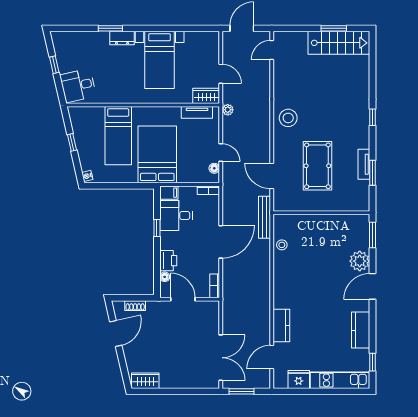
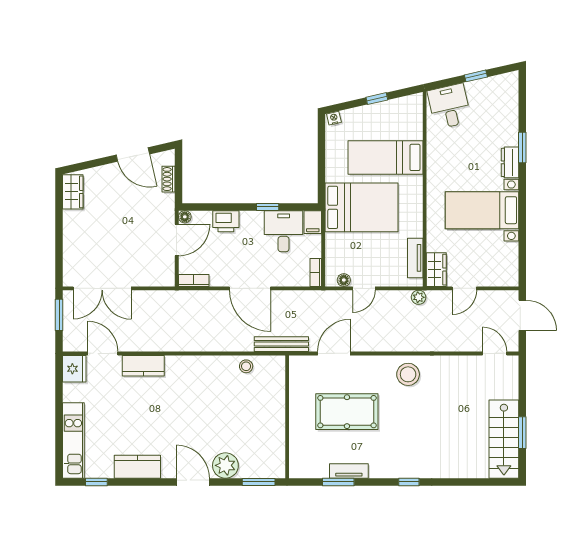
floor lamp: (165, 277) -> (185, 217), moved
fridge: (299, 379) -> (74, 369), moved

